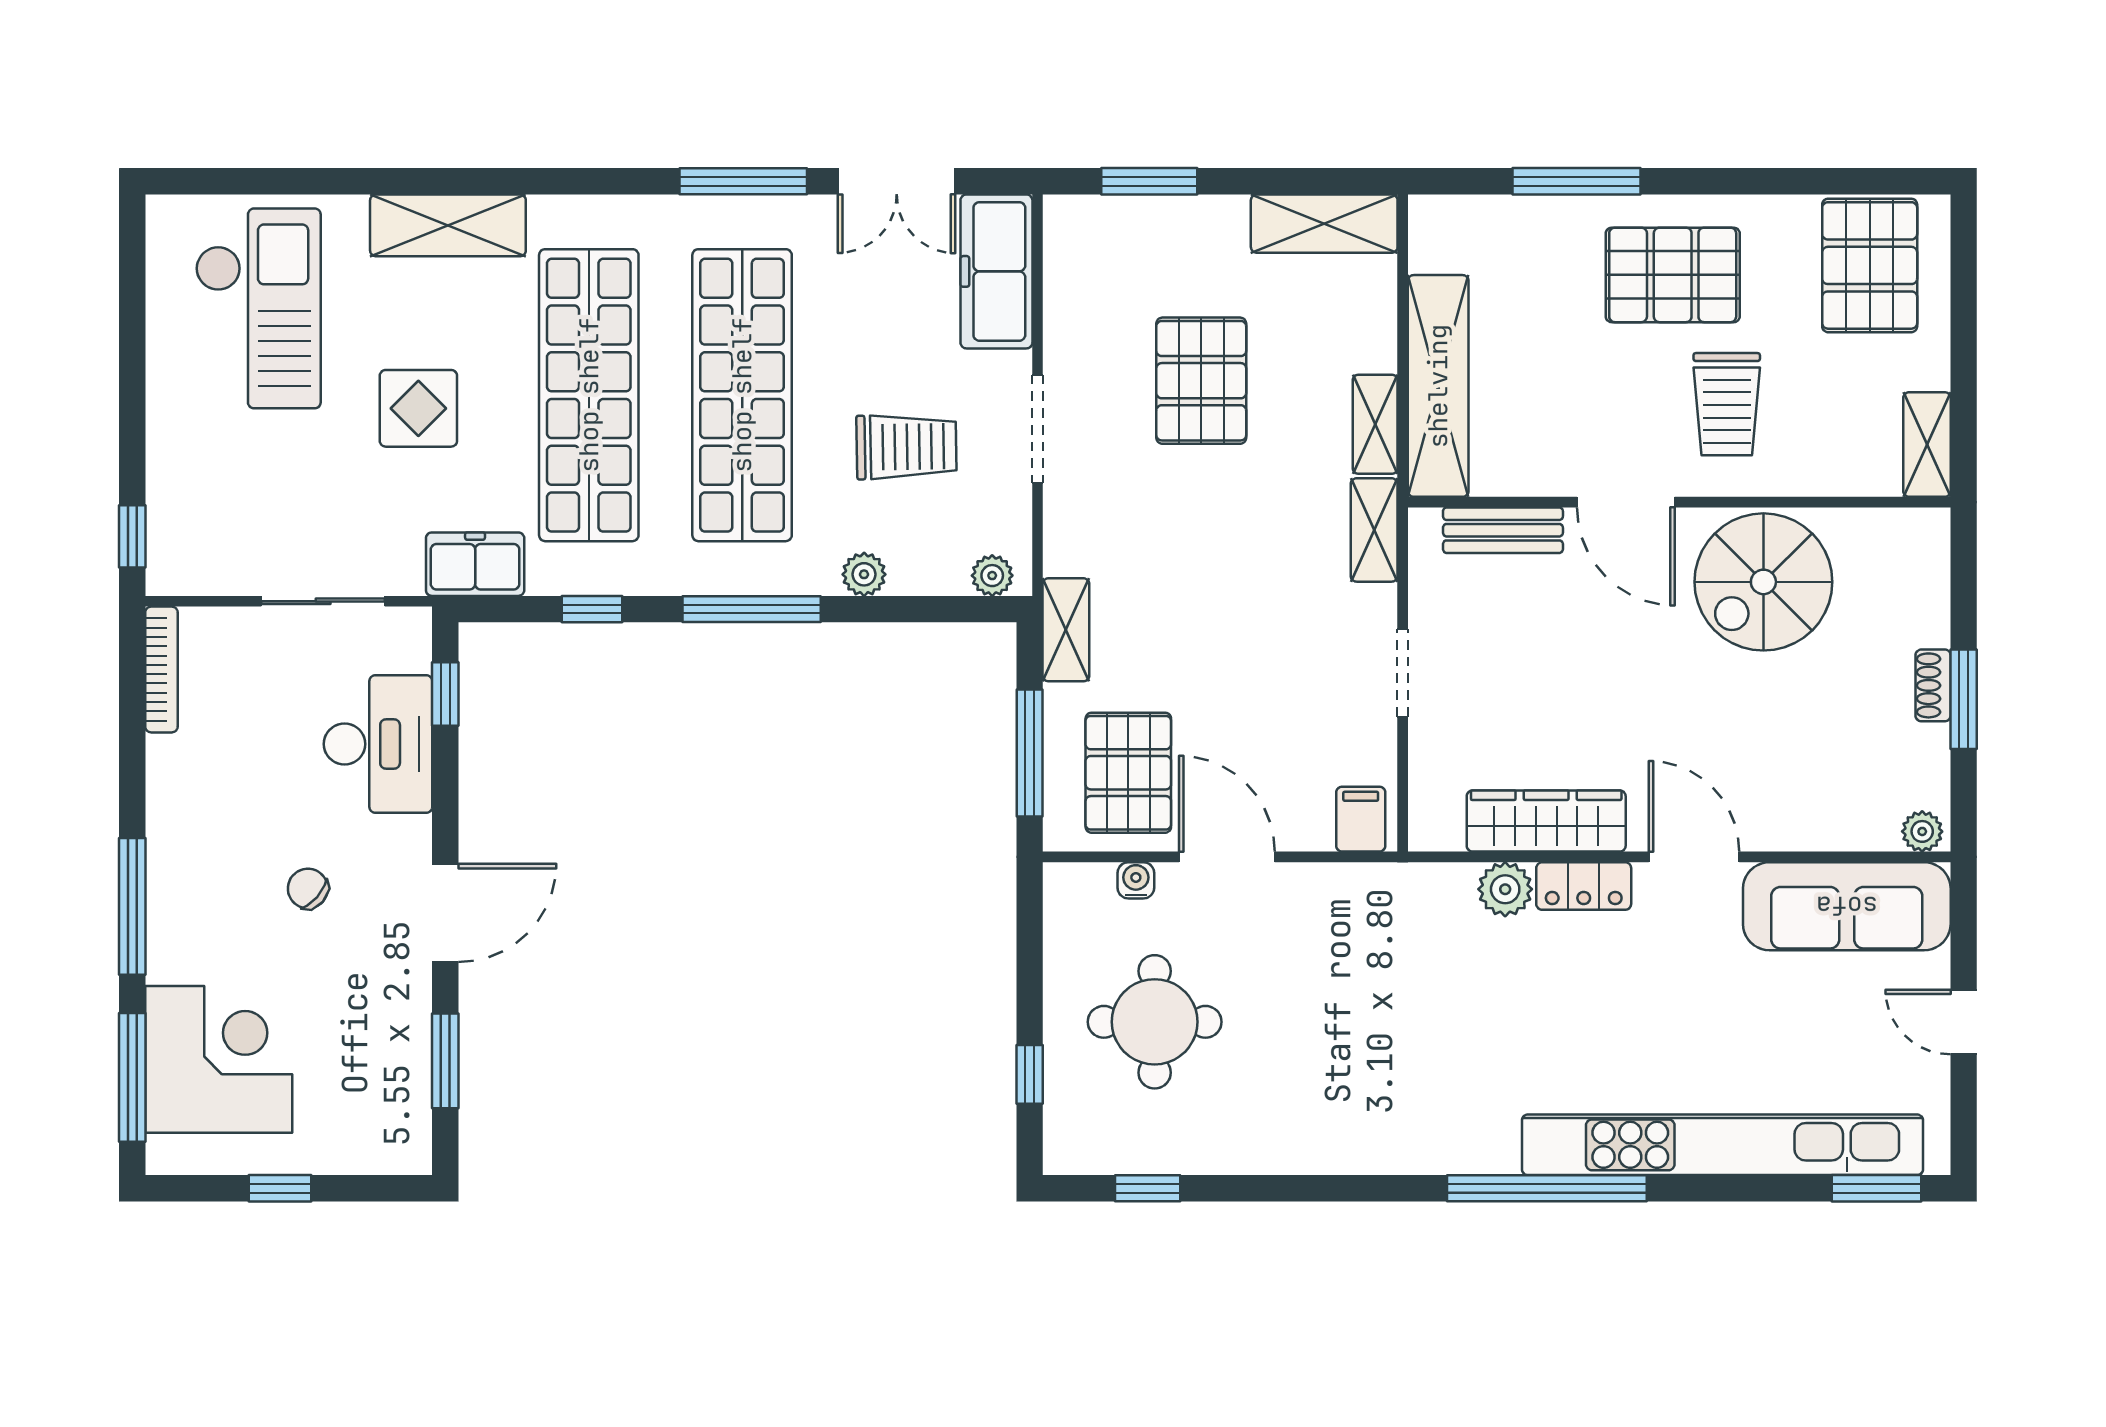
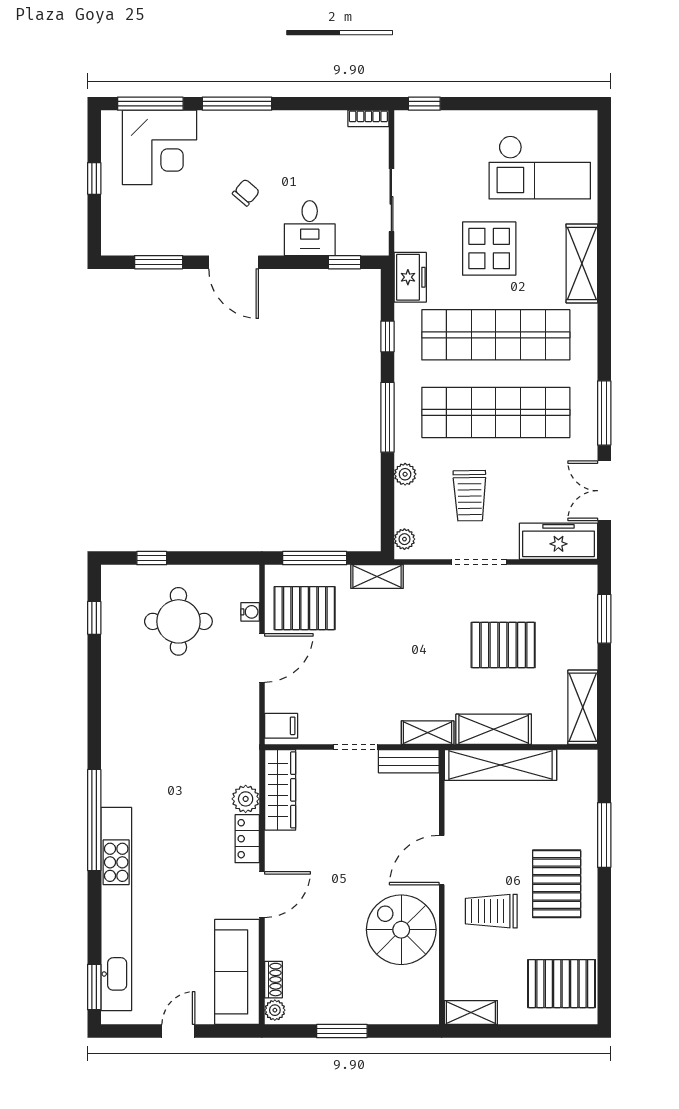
display table: (418, 408) -> (489, 249), width x1.36, depth x1.36
shelving: (1375, 424) -> (494, 729), width x1.50, depth x1.33
bench: (1503, 530) -> (409, 761), moved, turned 90
bookcase: (161, 669) -> (368, 118), width x0.64
shoe rack: (1933, 685) -> (273, 980), moved, turned 90
desk: (378, 744) -> (310, 228), width x0.73
wardrobe: (1546, 821) -> (280, 790), moved

